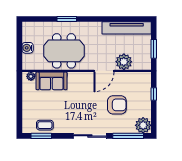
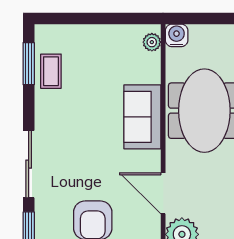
water cooler: (28, 48) -> (177, 35), moved
sofa: (51, 81) -> (142, 117), moved

